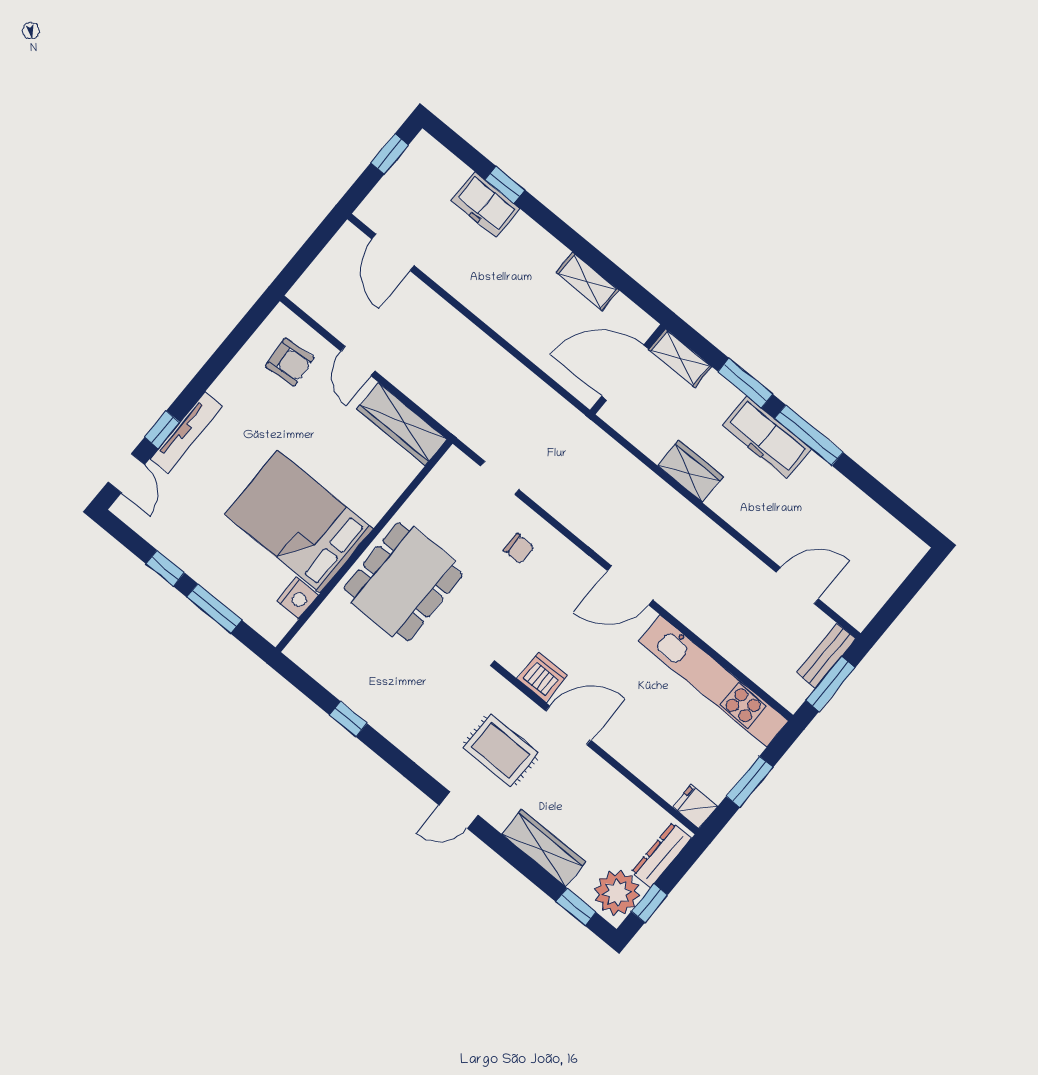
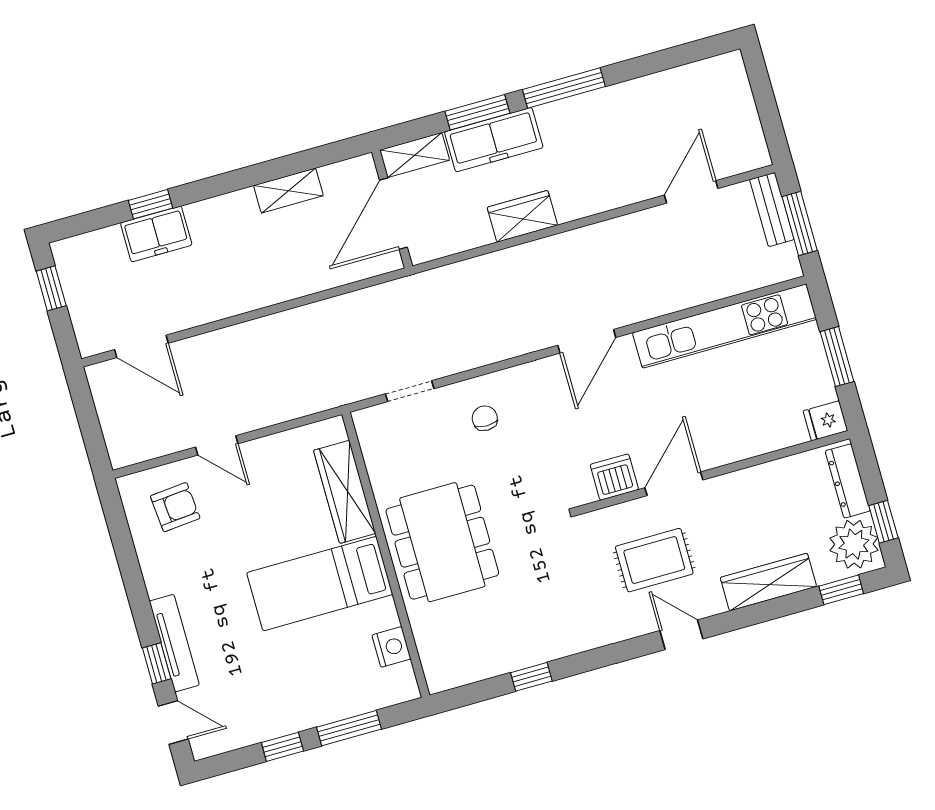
wardrobe: (402, 424) -> (345, 492), moved, turned 90
freezer: (767, 437) -> (494, 140), moved
bed: (299, 522) -> (320, 584), width x0.67
chair: (519, 549) -> (485, 418), turned -90
door: (459, 810) -> (681, 635), swing flipped

